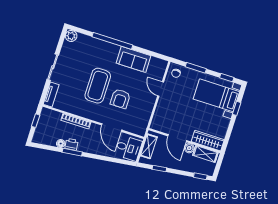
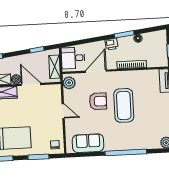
sofa: (133, 59) -> (88, 143), moved
door: (161, 89) -> (63, 111), moved
armchair: (120, 99) -> (98, 101), turned 90
plant: (141, 126) -> (69, 83), added
door: (112, 128) -> (96, 71), hinge flipped
printer: (71, 144) -> (111, 44), moved

